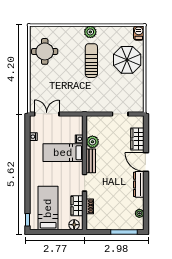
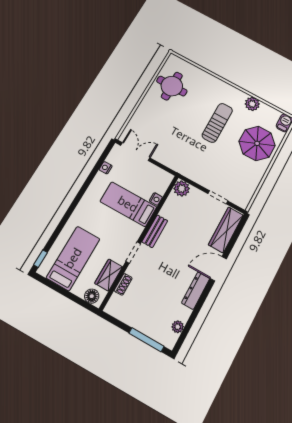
plant: (90, 32) -> (252, 104), moved
wardrobe: (137, 139) -> (226, 230), width x1.50
plant: (92, 142) -> (182, 189), moved
door: (146, 162) -> (218, 269), hinge flipped

